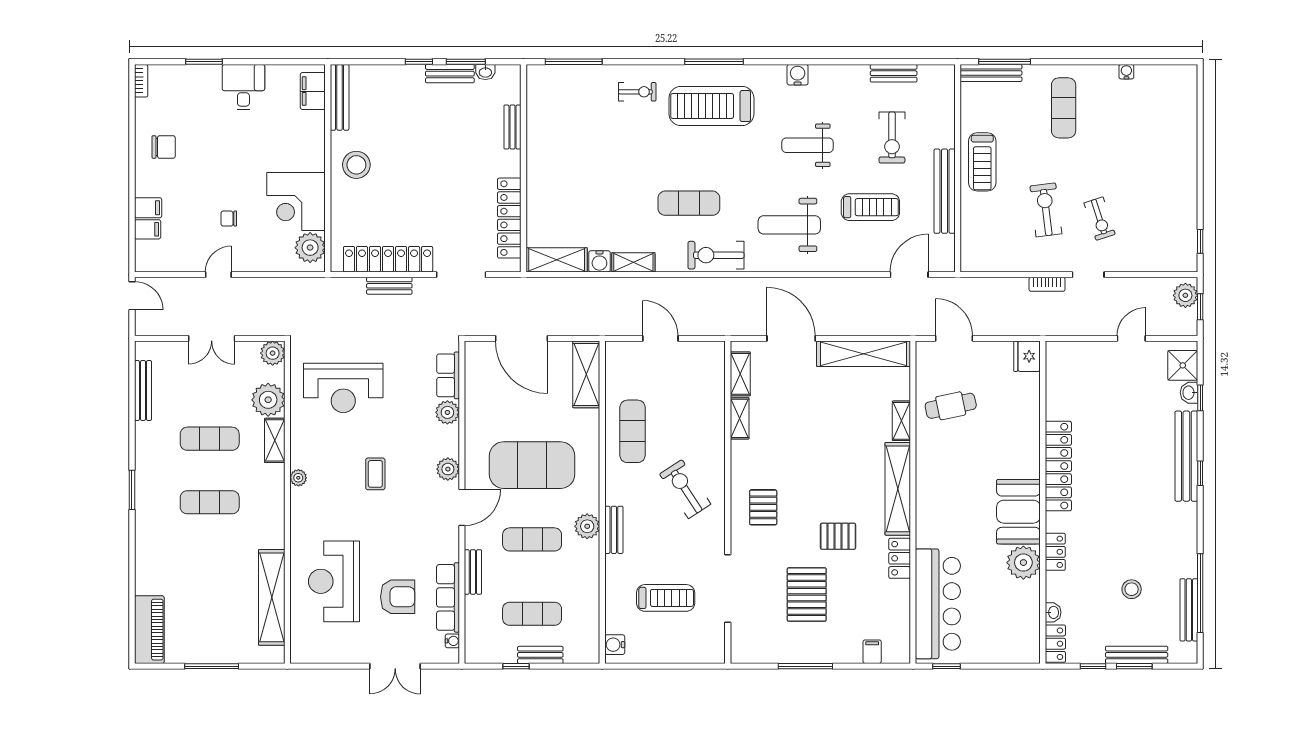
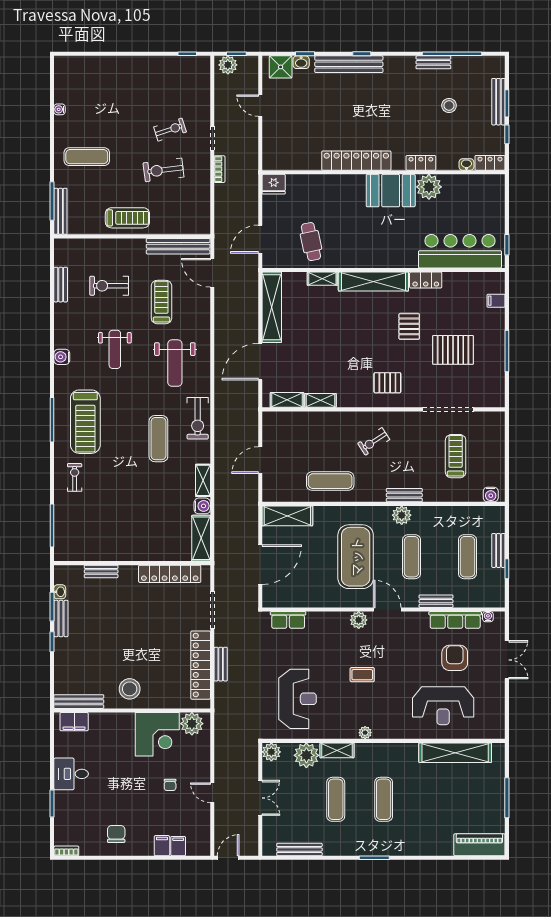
exercise bike: (892, 137) -> (109, 286), turned 180
bench: (945, 191) -> (178, 246), moved
plant: (447, 412) -> (316, 620), removed
exercise bike: (685, 489) -> (374, 441), width x0.73, depth x0.72
bench: (1189, 610) -> (433, 62), moved, width x0.73

